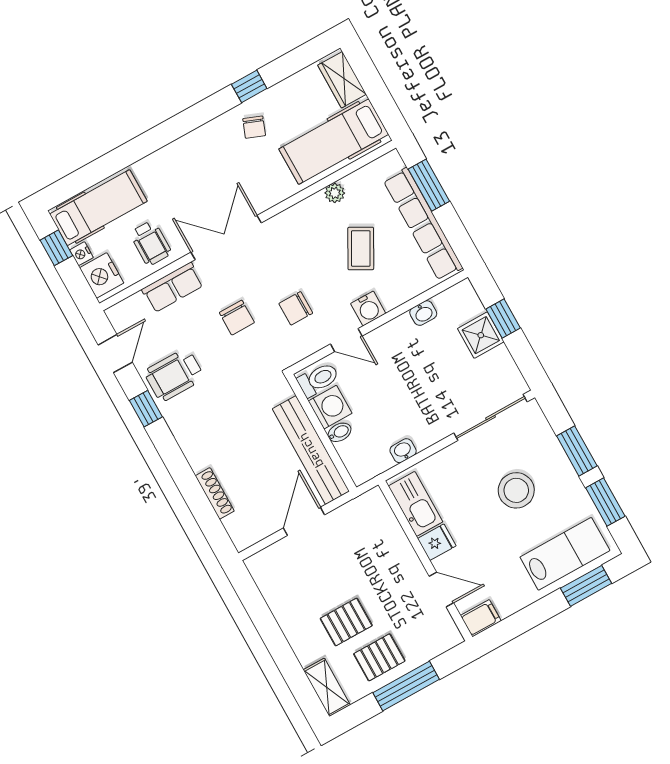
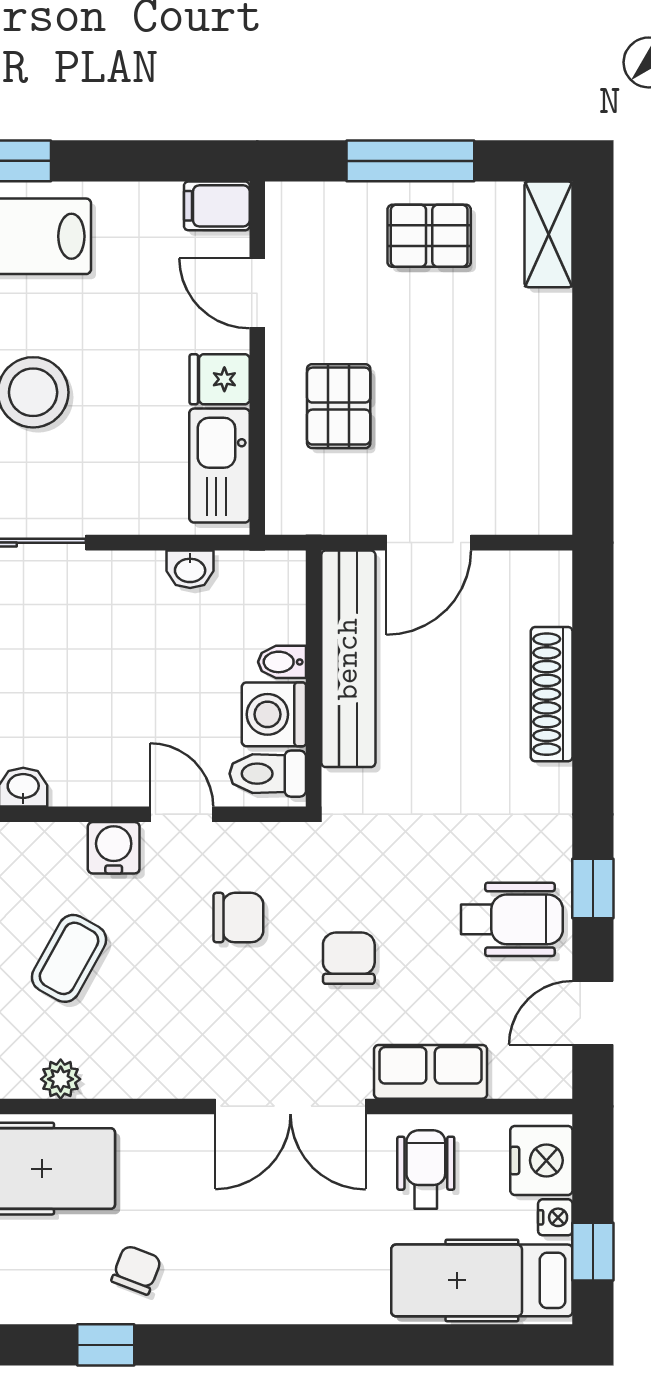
shoe rack: (215, 493) -> (552, 694), width x1.36, depth x1.24
pallet: (346, 622) -> (339, 406), moved, turned 90

